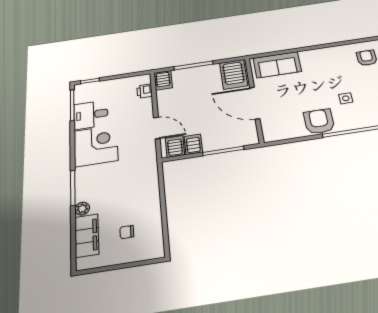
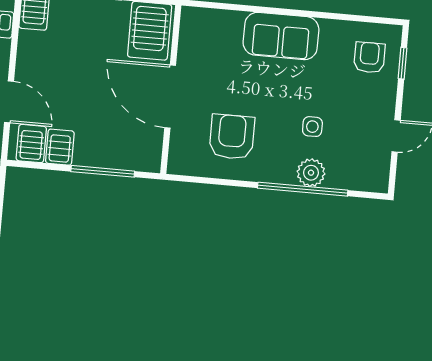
sofa: (277, 65) -> (281, 36), moved
armchair: (319, 121) -> (232, 137), moved
plant: (354, 122) -> (311, 173), added

